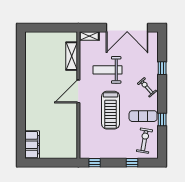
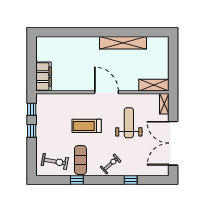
shelving: (72, 56) -> (154, 85), moved
shelving: (31, 75) -> (123, 43), added
treadmill: (111, 110) -> (87, 126), width x0.73, depth x0.73
filing cabinet: (32, 145) -> (43, 77), moved, turned -90
window: (132, 163) -> (32, 131), moved

